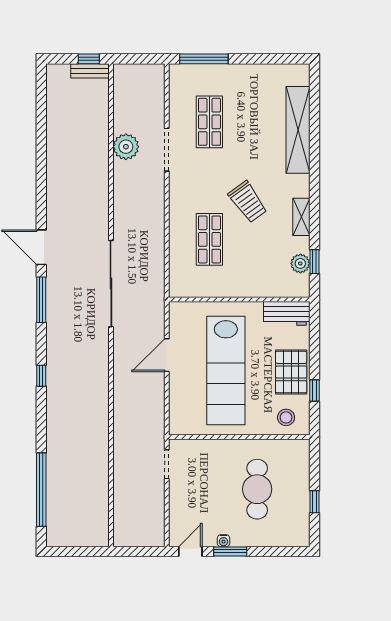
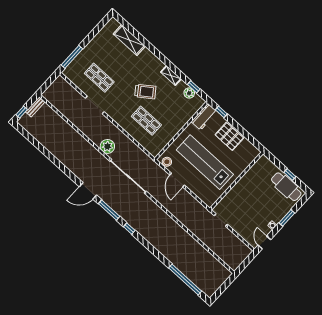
window: (89, 59) -> (22, 112), moved
shelving: (298, 130) -> (129, 40), width x0.68
plant: (126, 147) -> (107, 146), moved
lab bench: (226, 371) -> (205, 162), turned 180
window: (41, 376) -> (129, 228), moved
window: (314, 390) -> (221, 112), moved
stool: (286, 417) -> (167, 162), moved
cafe table: (257, 489) -> (286, 187), moved
window: (230, 551) -> (287, 218), moved

